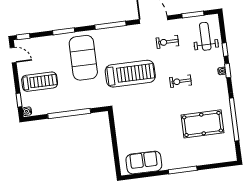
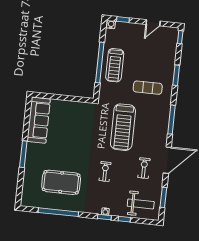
door: (13, 55) -> (153, 23), moved
exercise mat: (83, 58) -> (148, 88), width x0.50, depth x0.69
treadmill: (40, 82) -> (115, 65), moved
pool table: (202, 124) -> (61, 182), turned 90
sofa: (144, 163) -> (39, 120), width x1.36

